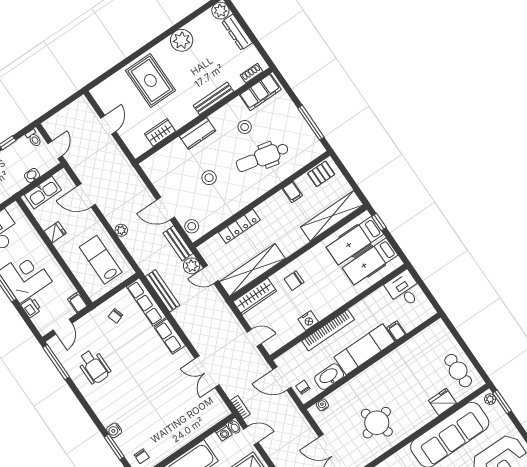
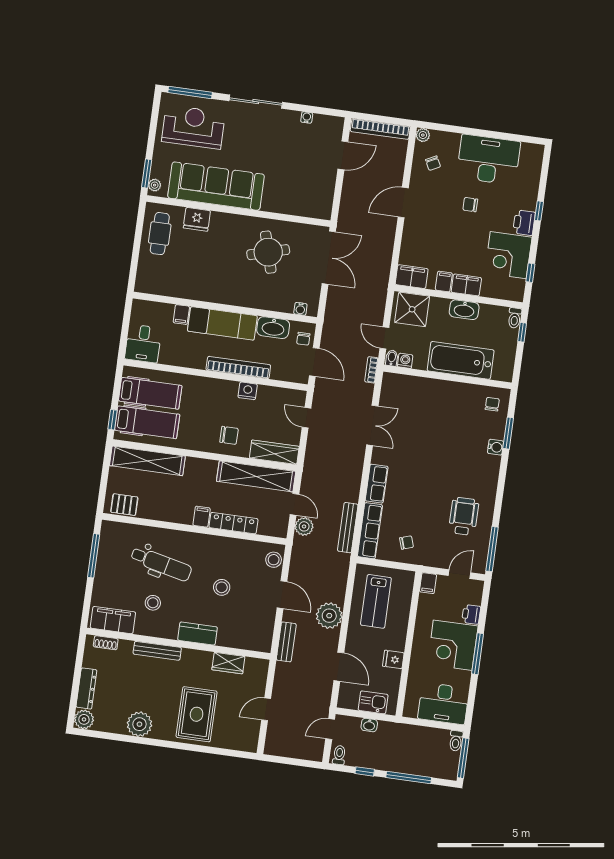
kitchen sink: (43, 192) -> (373, 702), width x0.73
filing cabinet: (292, 192) -> (202, 517), moved
plant: (121, 230) -> (329, 616), width x1.87, depth x1.87
bench: (178, 243) -> (286, 642), moved

